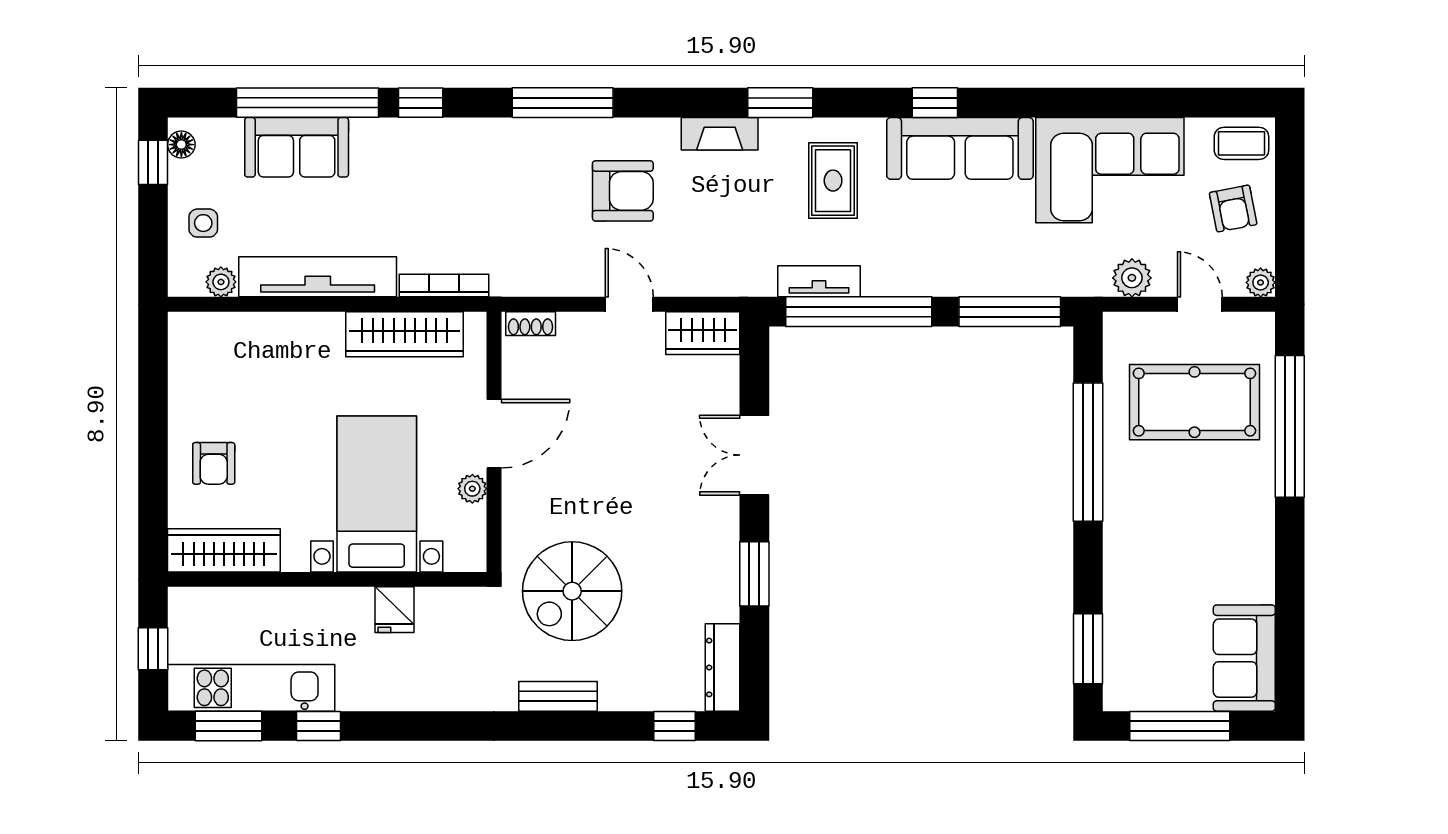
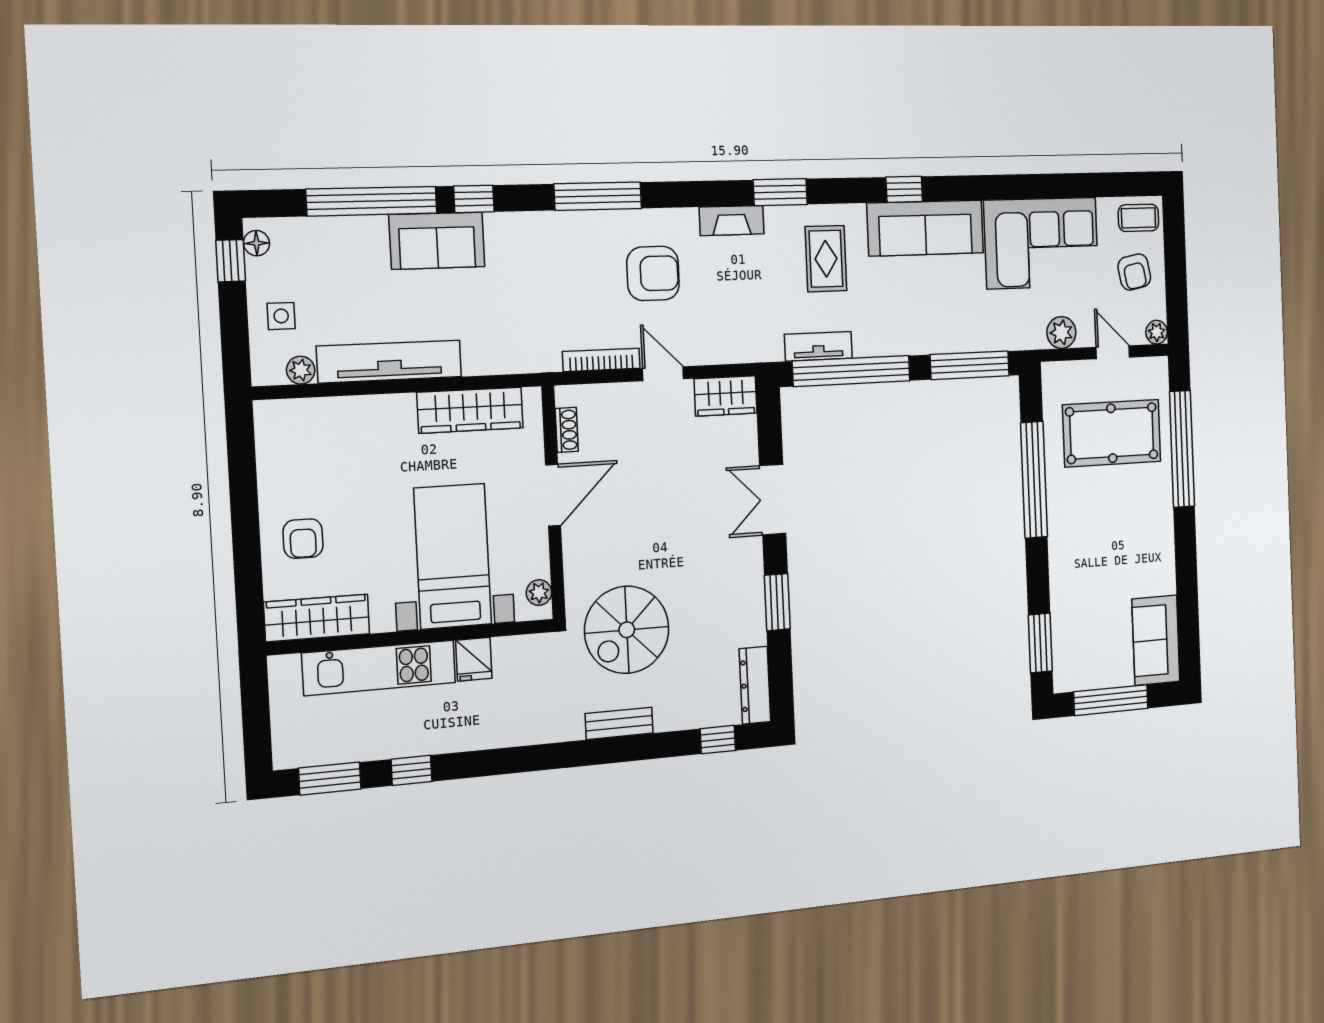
sofa: (297, 147) -> (437, 241), moved
bookcase: (444, 286) -> (601, 360), moved
shoe rack: (531, 324) -> (567, 430), moved, turned -90
plant: (472, 489) -> (539, 593), moved
window: (153, 649) -> (256, 714), removed
kitchen unit: (251, 688) -> (379, 668), moved, turned 180

